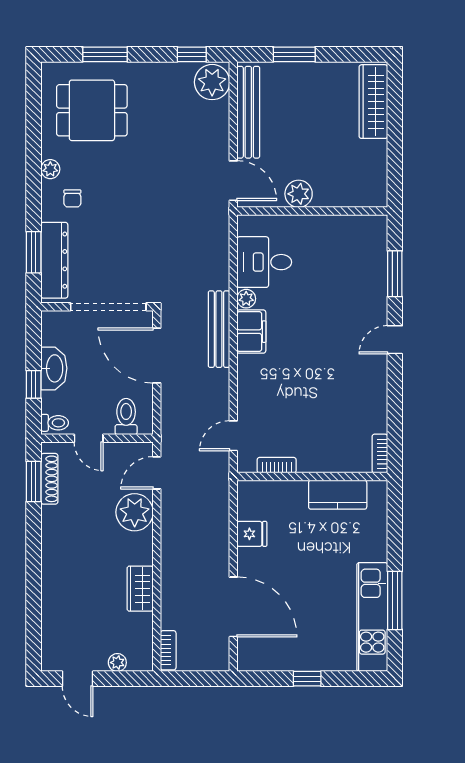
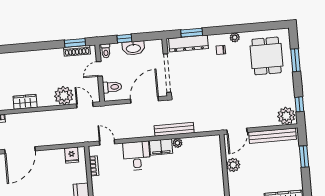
desk: (264, 262) -> (137, 156), moved
bench: (219, 329) -> (174, 129), moved
fridge: (252, 534) -> (72, 155), moved

